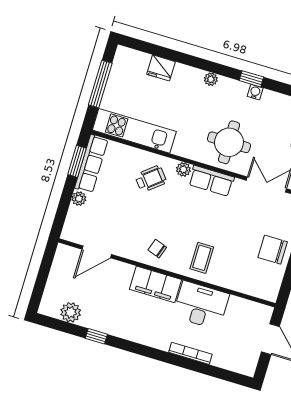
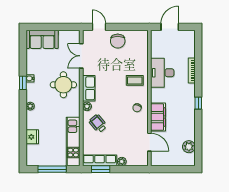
filing cabinet: (156, 284) -> (158, 117), moved
window: (96, 336) -> (198, 103), moved

